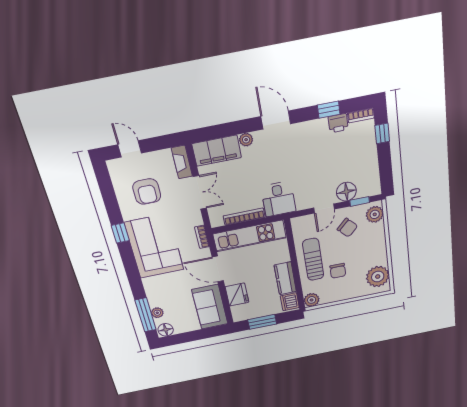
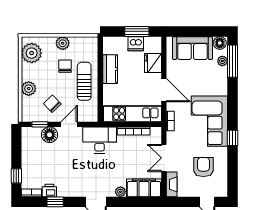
desk: (278, 199) -> (100, 140), width x1.37
plant: (375, 214) -> (29, 89), moved
sun lounger: (313, 259) -> (84, 81), turned 180
plant: (312, 300) -> (63, 43), moved
dishwasher: (290, 302) -> (136, 44), moved, turned 90
sofa: (210, 307) -> (192, 48), moved, turned 90

